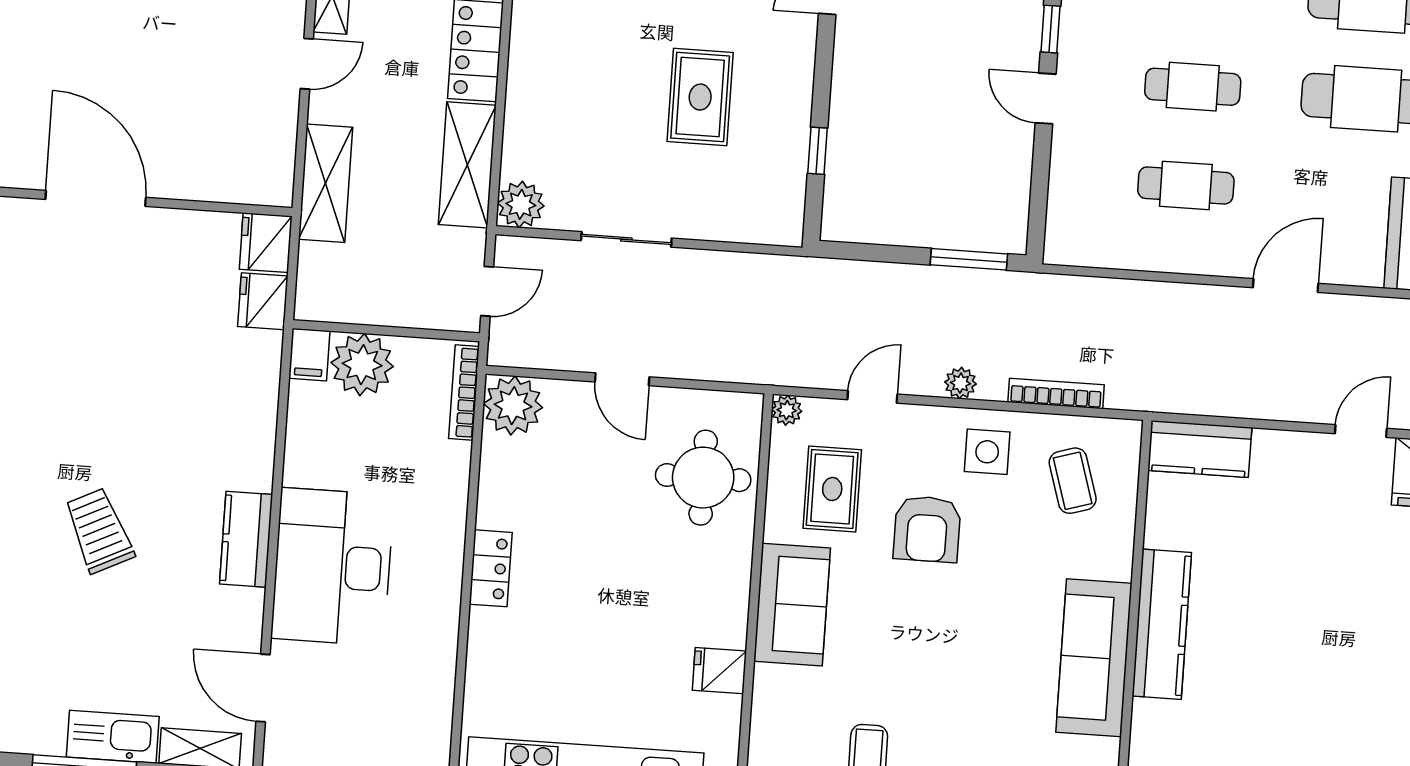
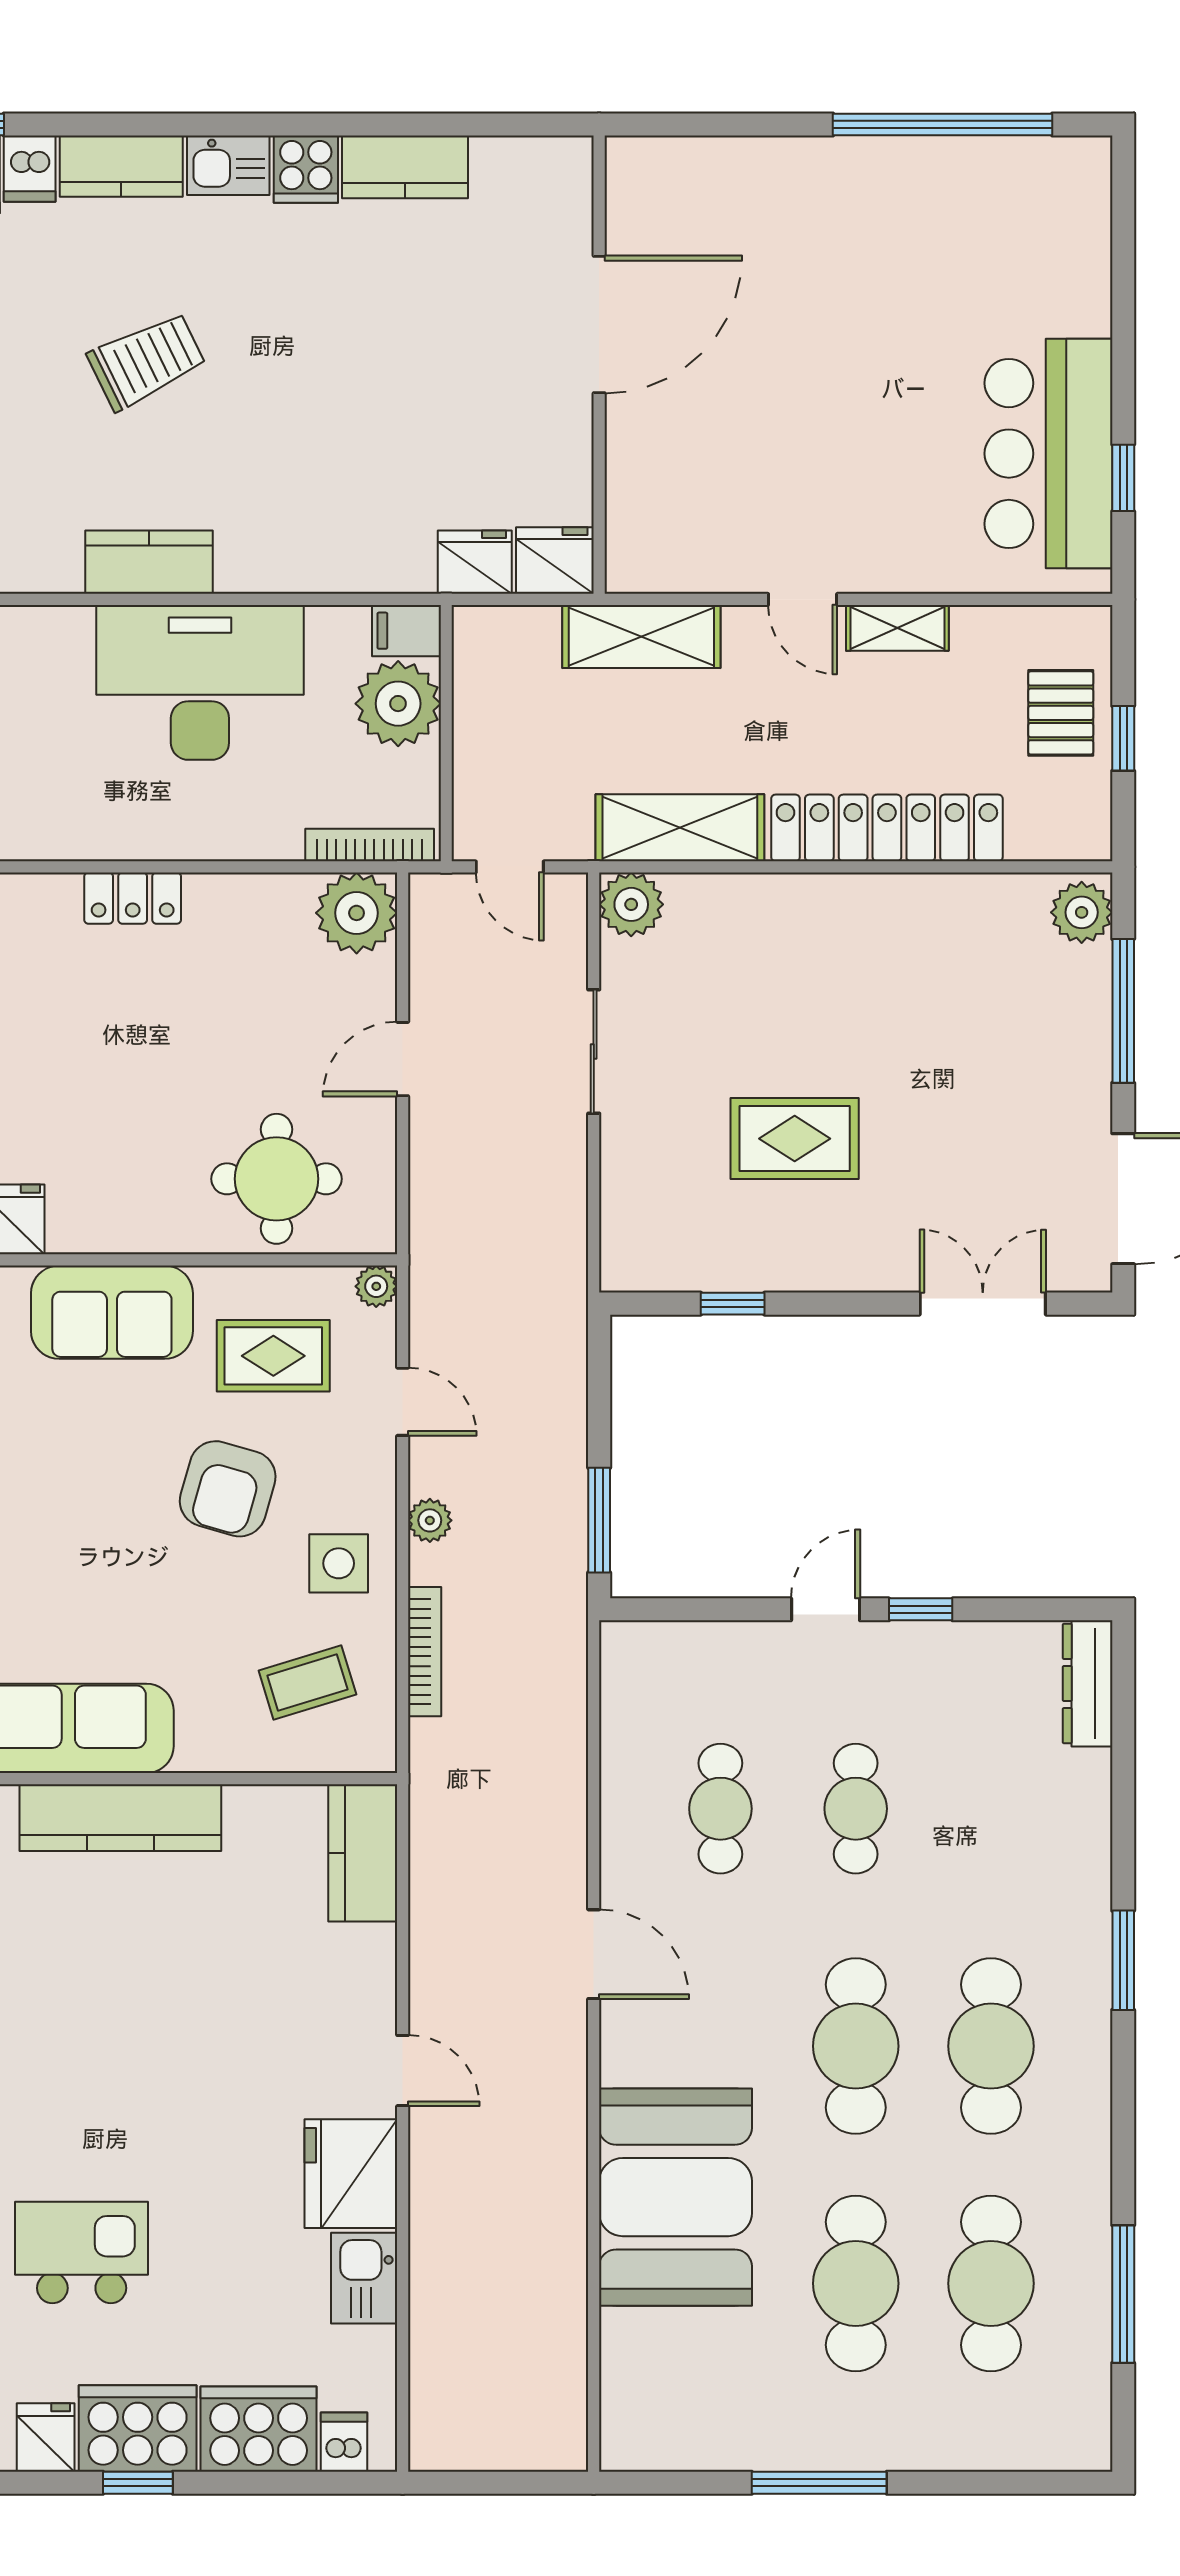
armchair: (927, 529) -> (228, 1489), turned -74
desk: (333, 567) -> (200, 682), moved

